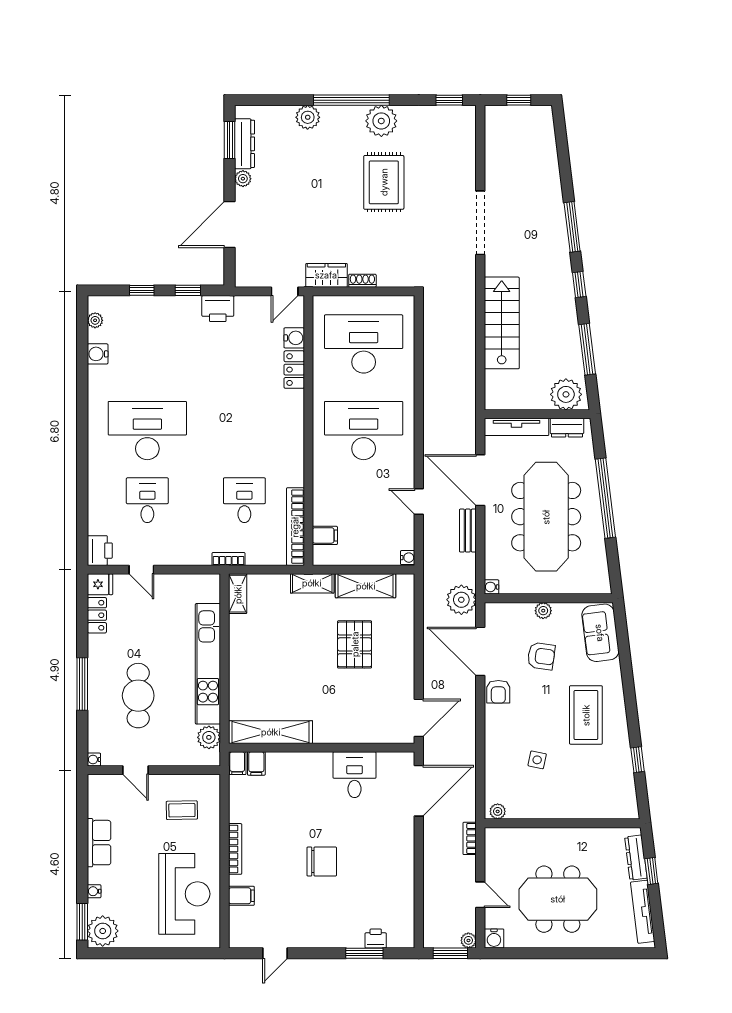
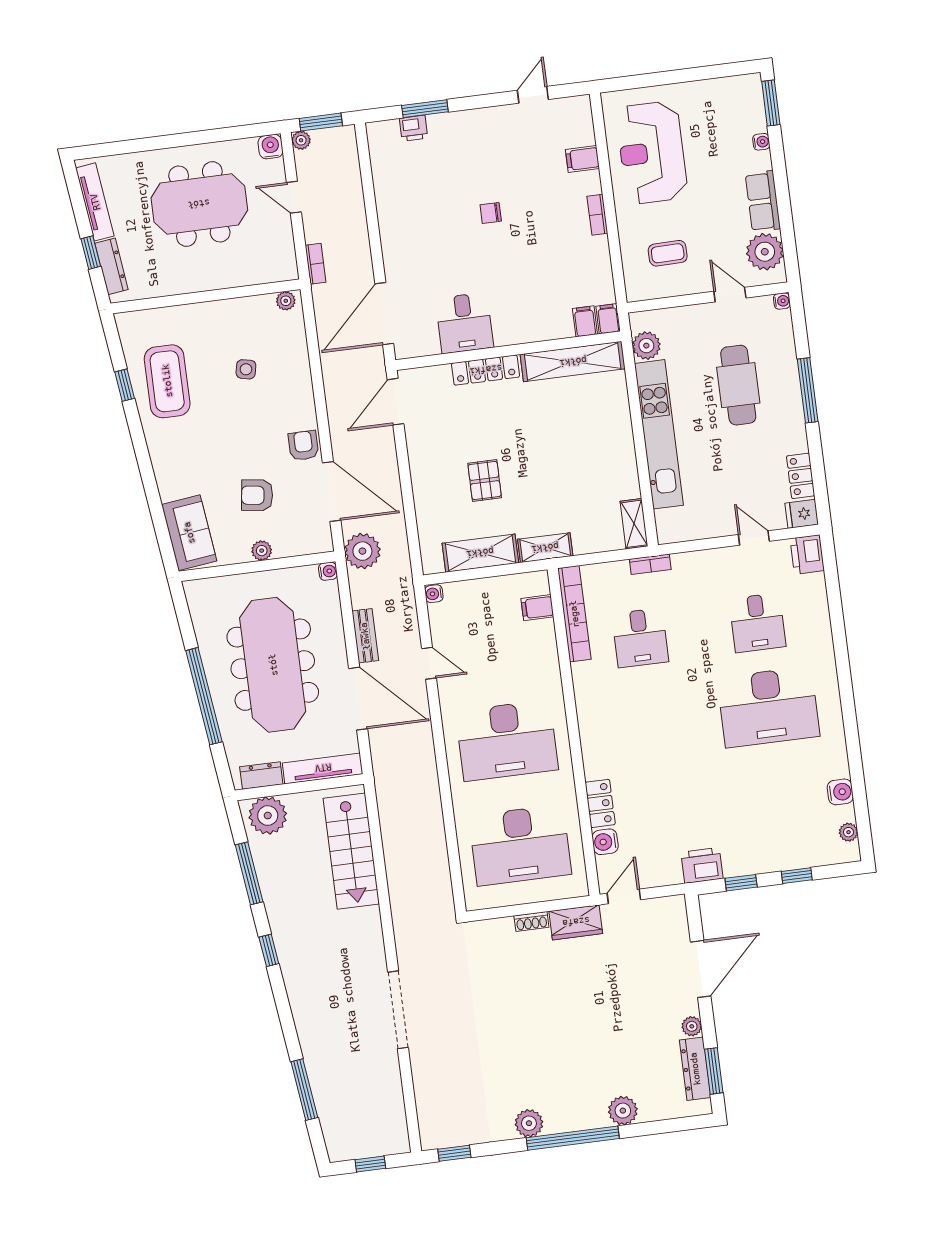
plant: (381, 121) -> (529, 1123), width x0.73, depth x0.73
rug: (384, 182) -> (521, 1044), removed
window: (572, 227) -> (304, 1090), moved
stairs: (502, 323) -> (351, 851), moved
pallet: (355, 644) -> (485, 480), width x0.67, depth x0.71
coffee table: (586, 715) -> (167, 381), moved
locker: (342, 734) -> (486, 370), added
bookcase: (235, 849) -> (597, 215), width x0.64
chair: (322, 861) -> (491, 213), width x0.54, depth x0.54
plant: (103, 931) -> (765, 252), moved

